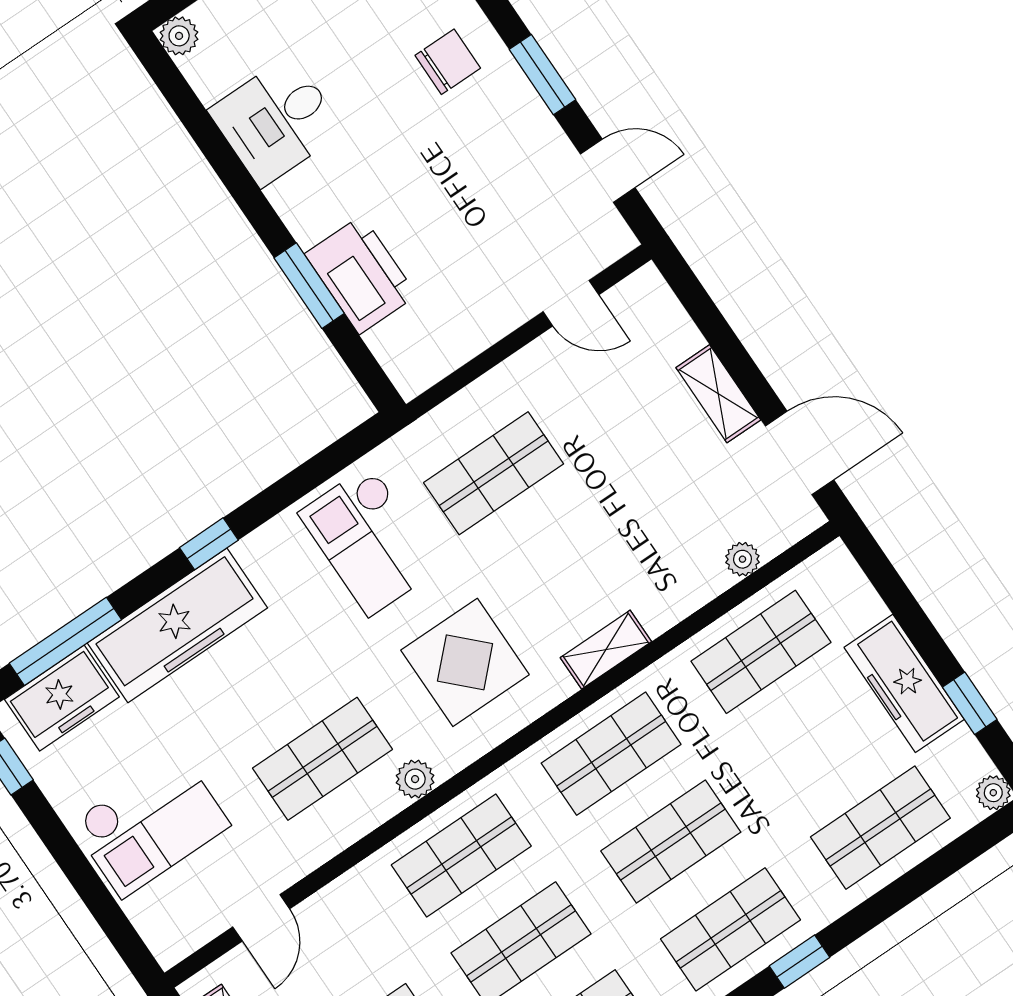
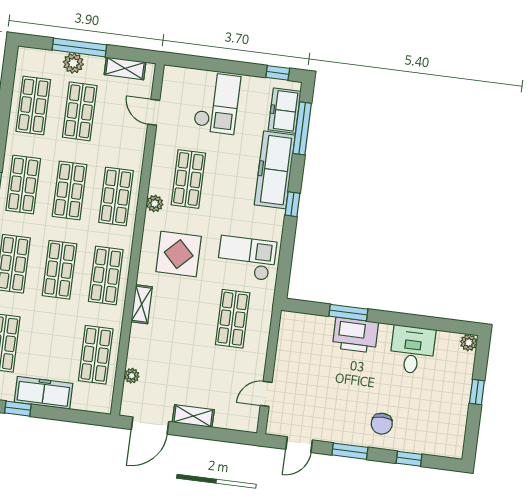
printer: (361, 275) -> (355, 335), moved
checkout: (150, 824) -> (217, 103), turned 180

